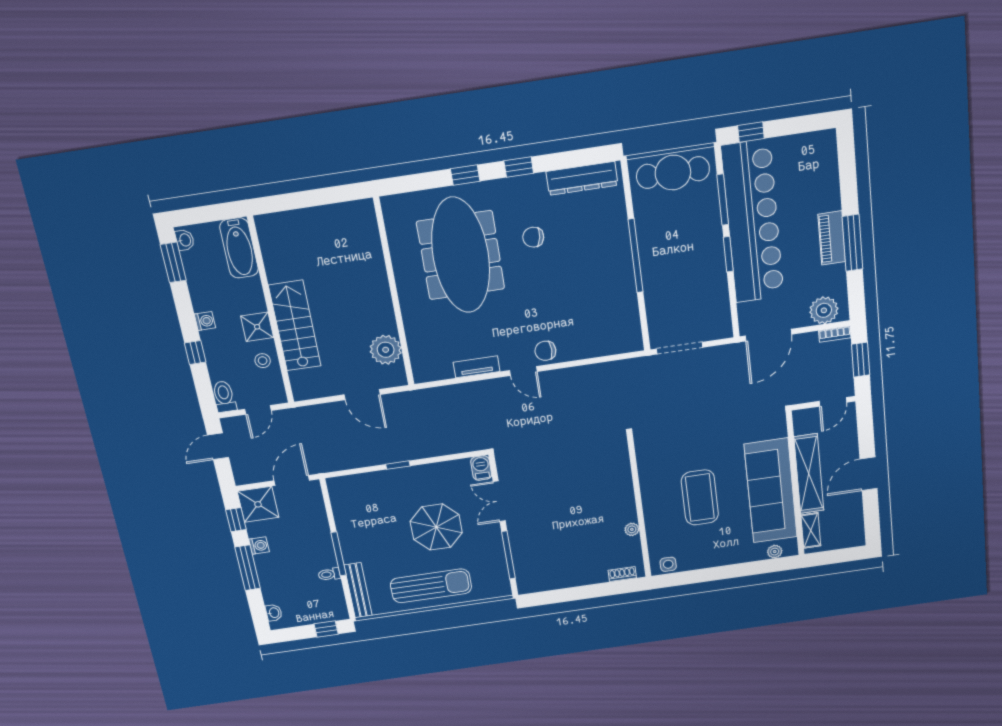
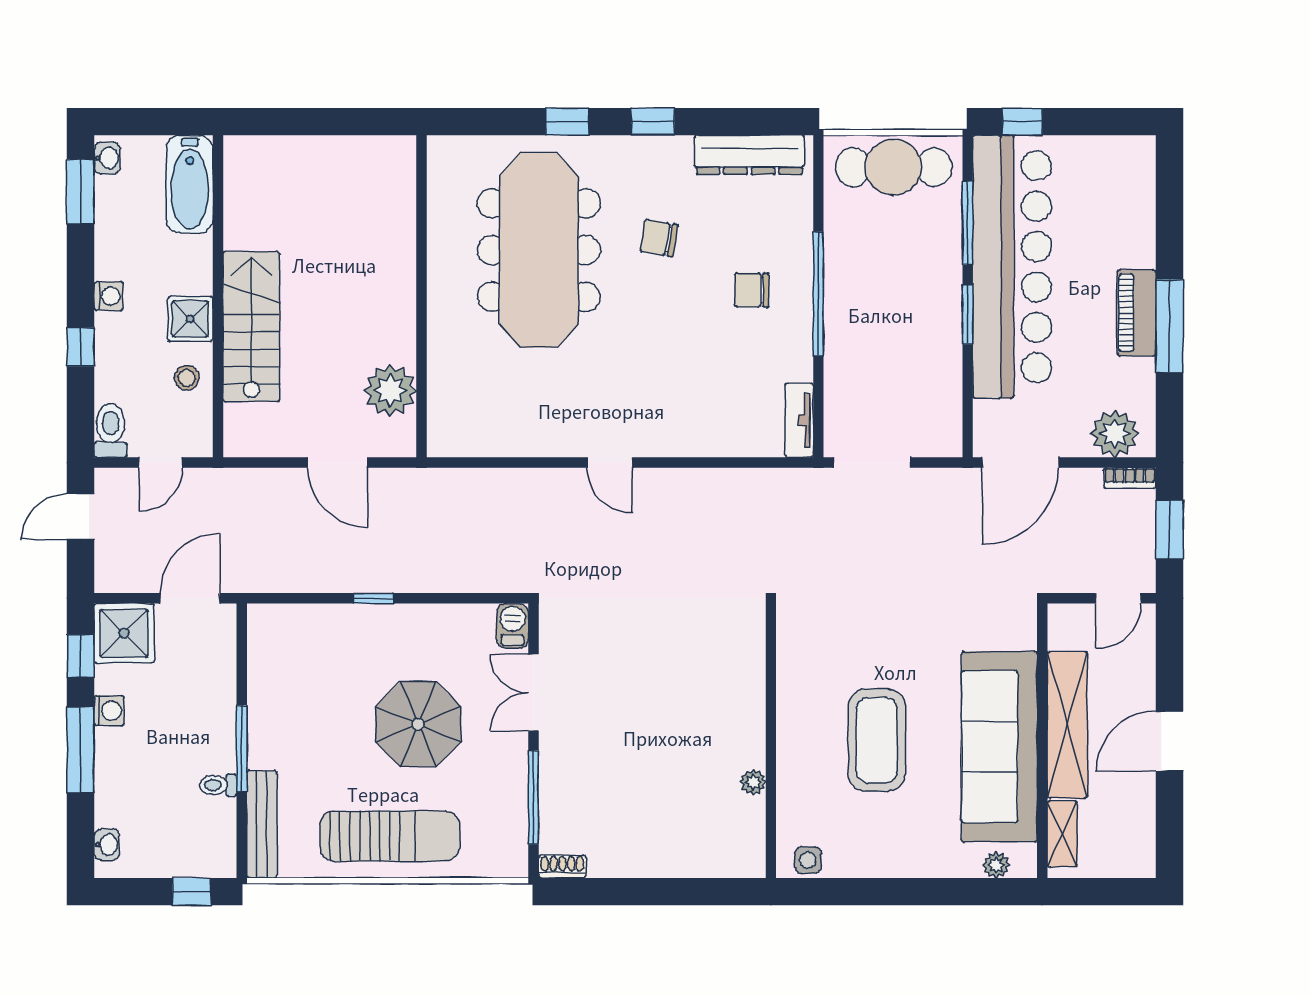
chair: (545, 351) -> (752, 290), moved
tv unit: (476, 367) -> (799, 420), moved, turned -90
shoe rack: (622, 574) -> (562, 867), moved

